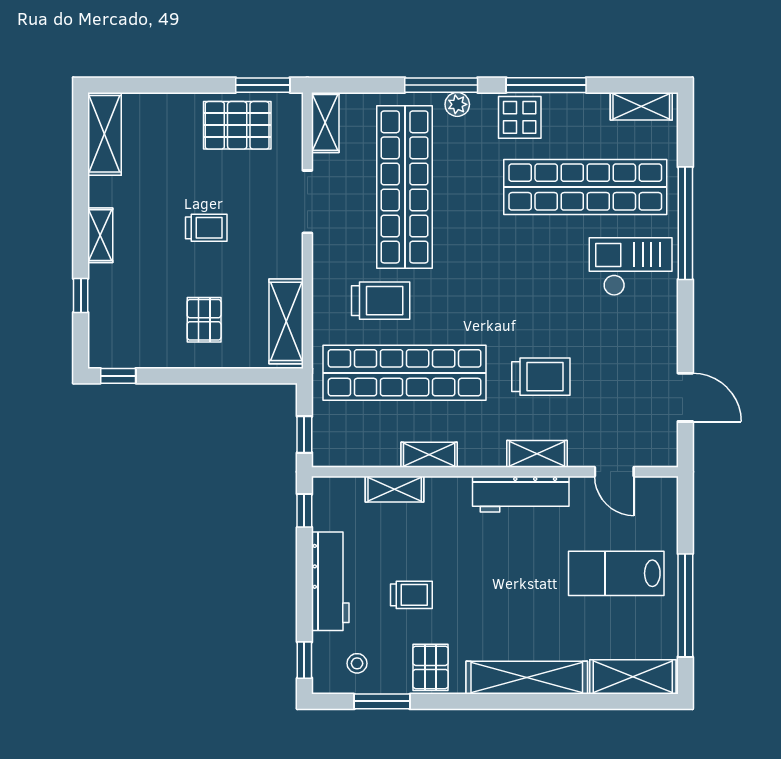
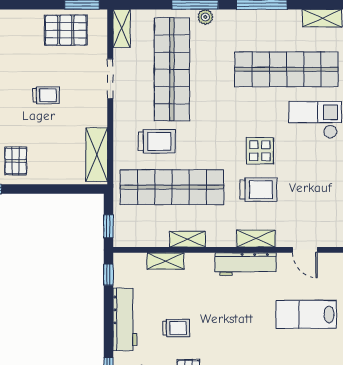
display table: (520, 117) -> (260, 151), moved
pallet: (204, 320) -> (16, 161), moved

